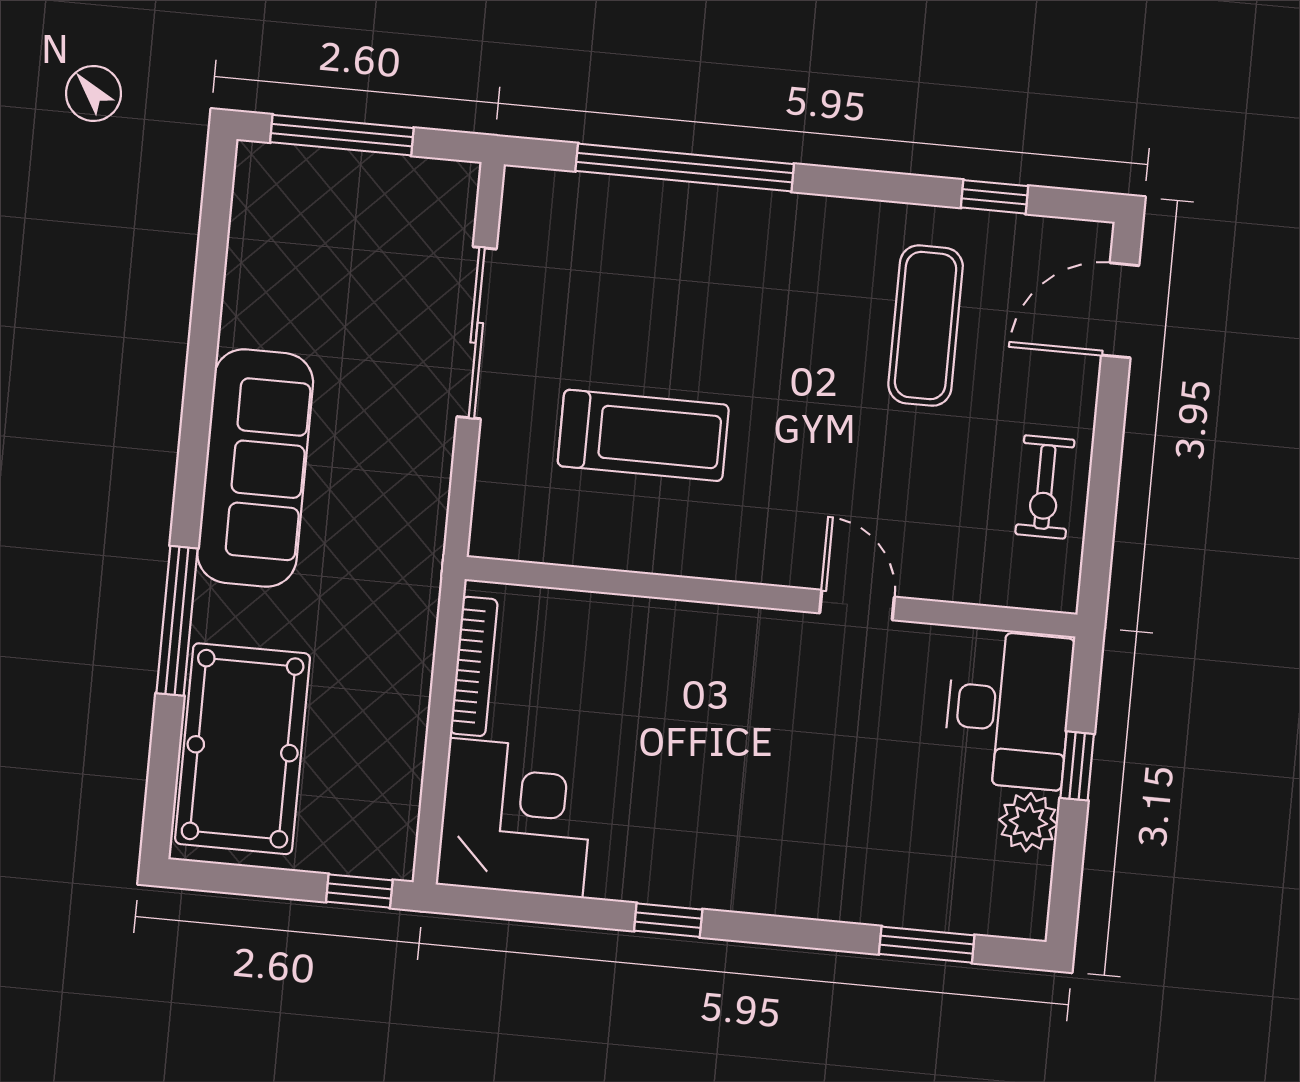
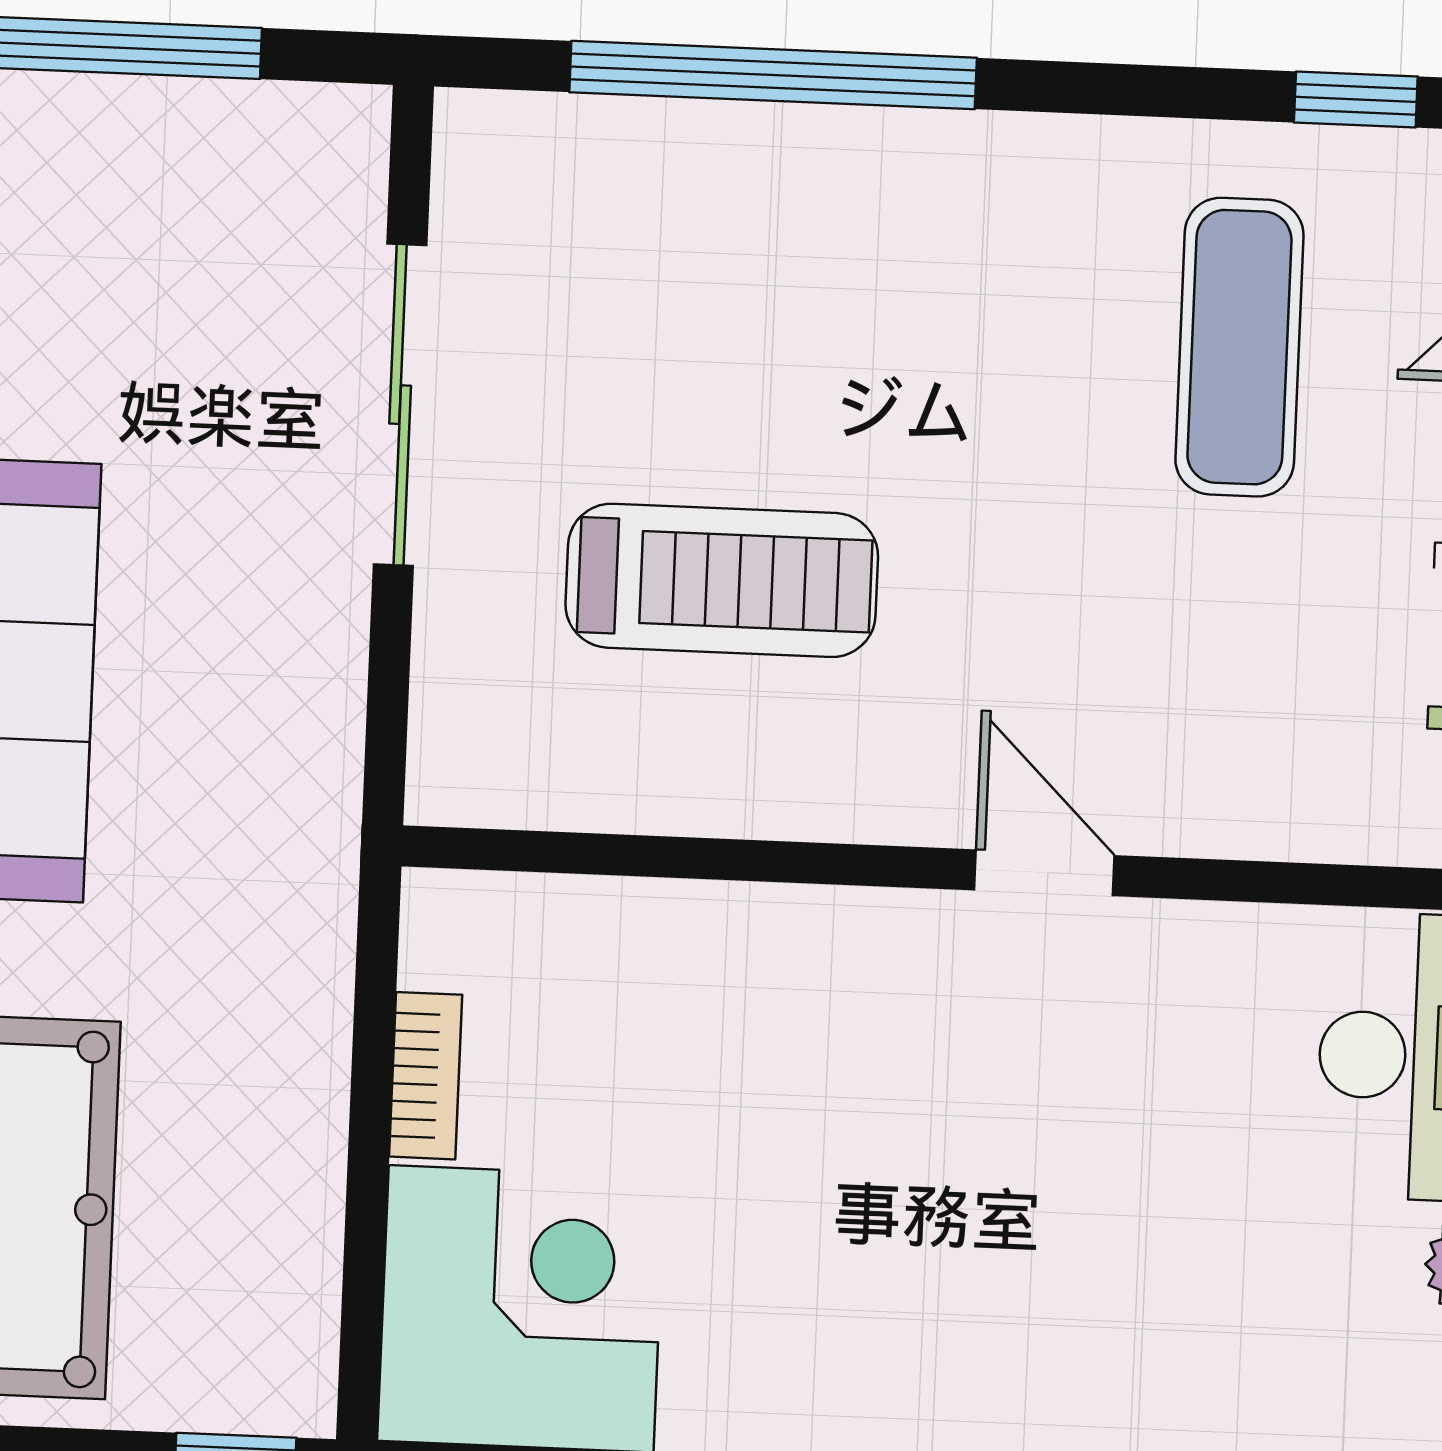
door: (857, 605) -> (1044, 873), moved
bookcase: (474, 666) -> (426, 1076), width x0.64

